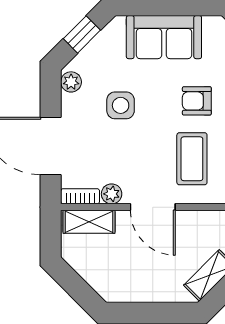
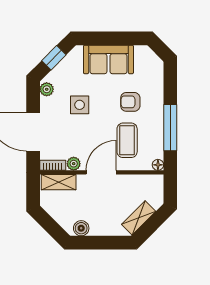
door: (153, 207) -> (101, 172), swing flipped
boiler: (123, 291) -> (81, 228), added

